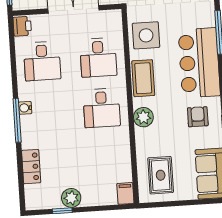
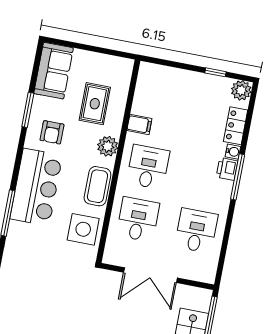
printer: (22, 26) -> (227, 169), moved
water cooler: (25, 108) -> (233, 152), moved
rug: (161, 175) -> (95, 104), moved
filing cabinet: (125, 193) -> (139, 125), moved, turned -90
plant: (71, 198) -> (241, 90), moved

